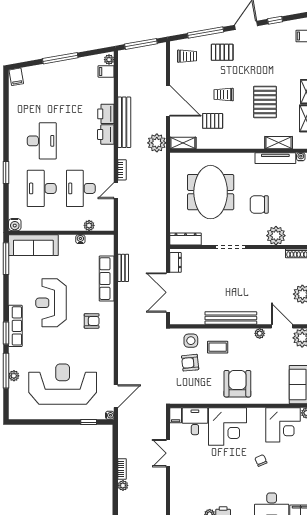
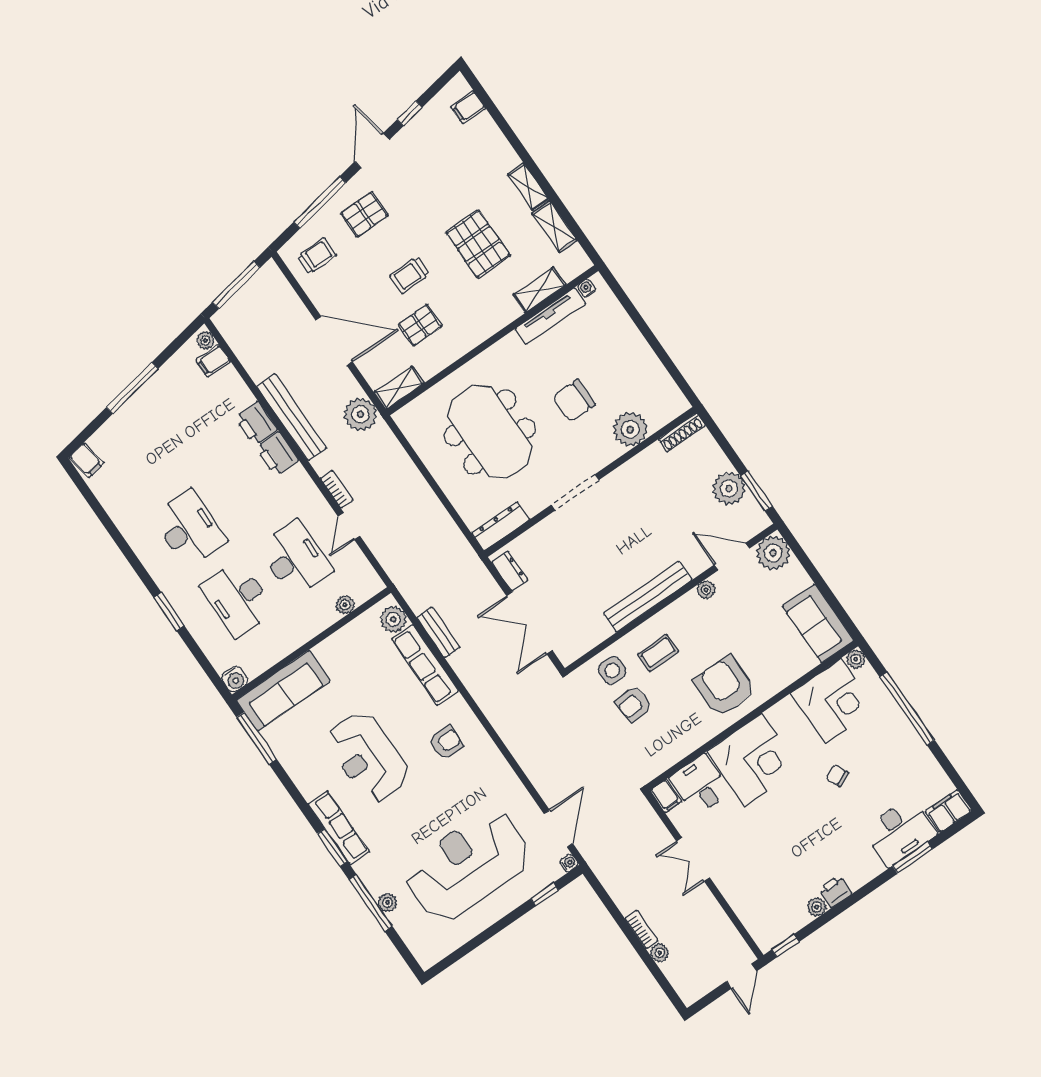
desk: (81, 188) -> (295, 559), turned 180
water cooler: (80, 239) -> (346, 634), removed
plant: (107, 247) -> (393, 619), added

